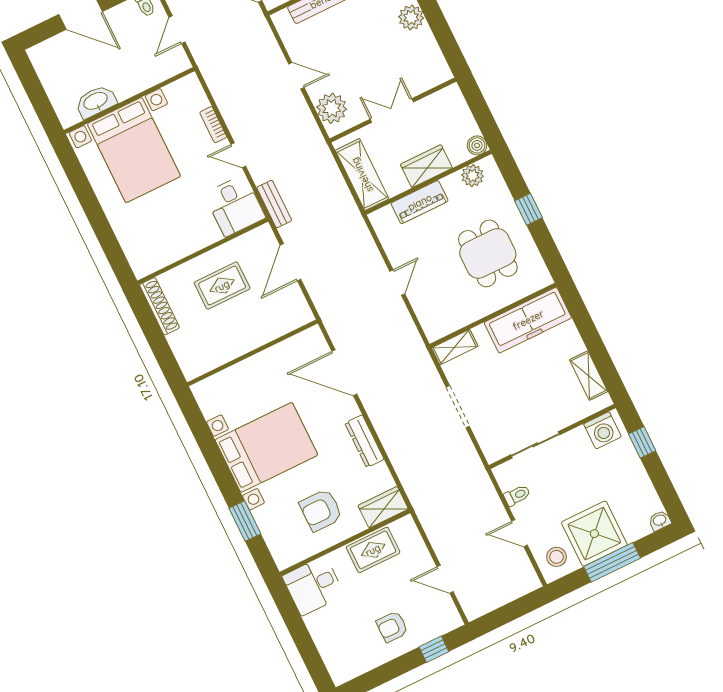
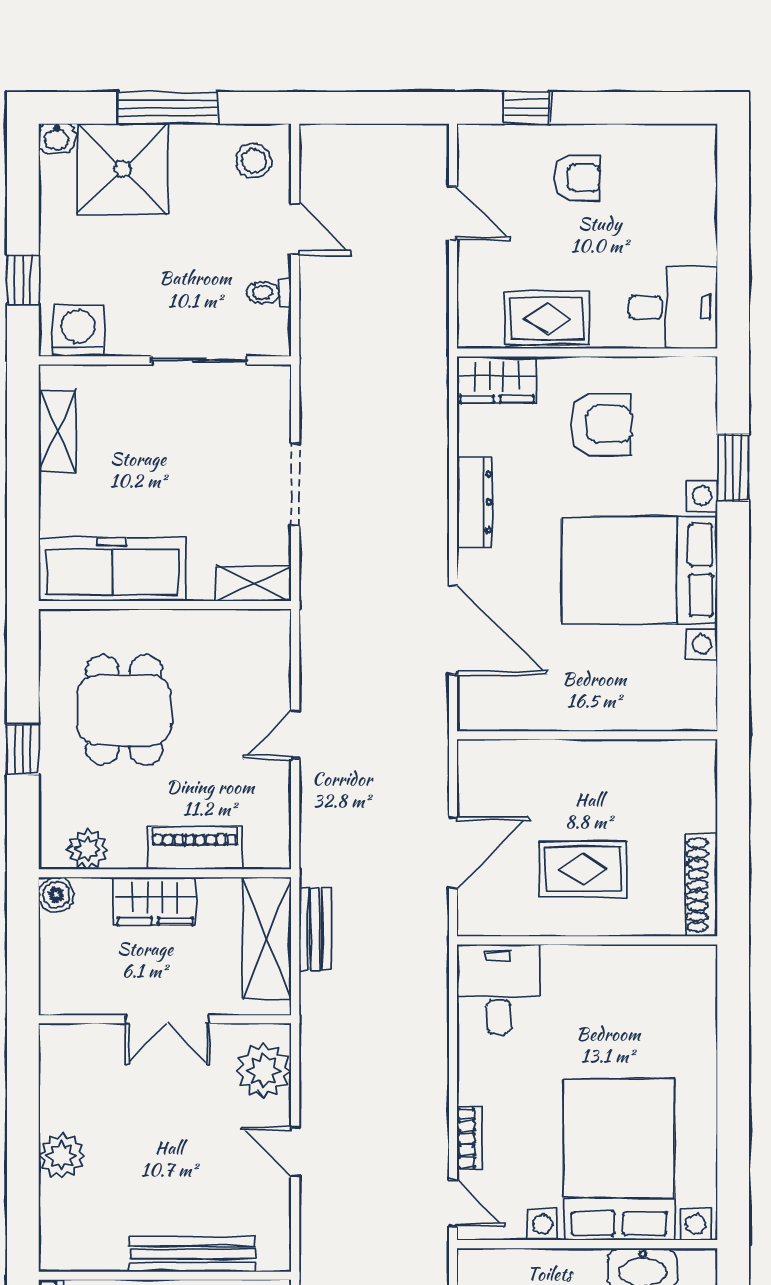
door: (238, 155) -> (453, 1203), moved
bench: (274, 204) -> (315, 929), moved
shower: (594, 534) -> (123, 169), moved

